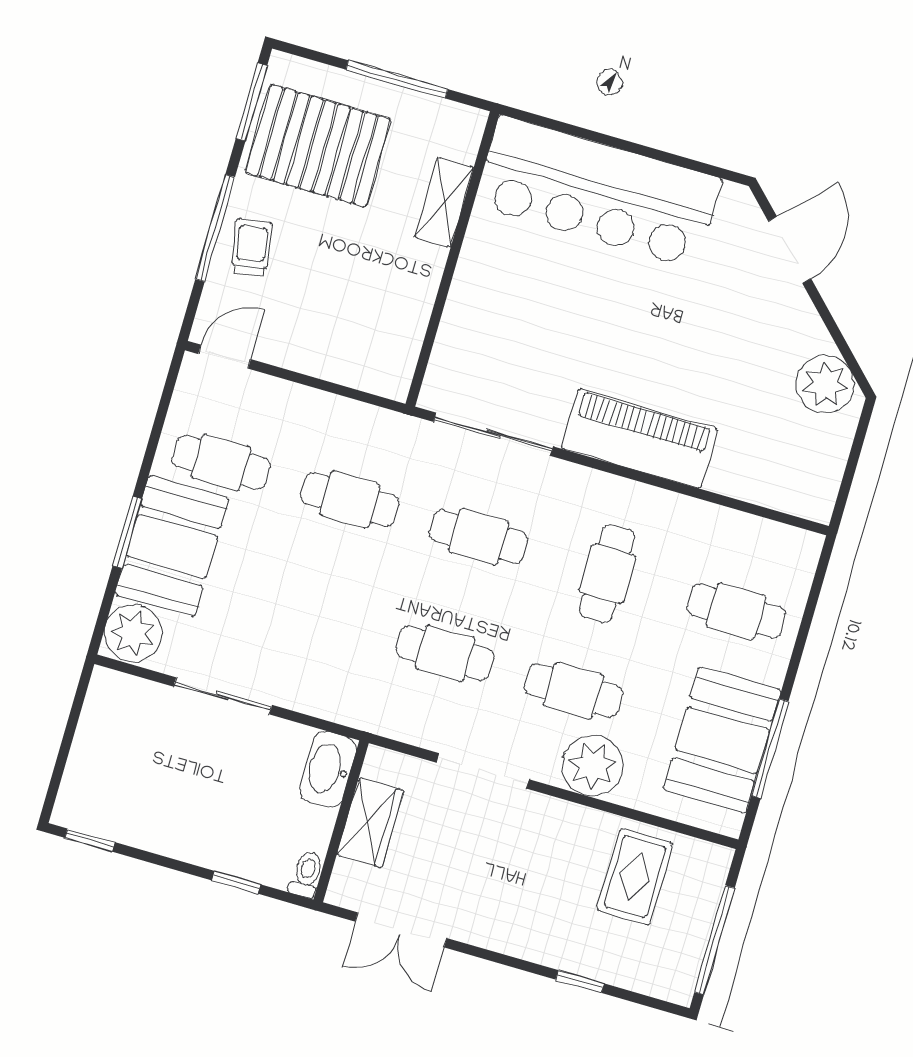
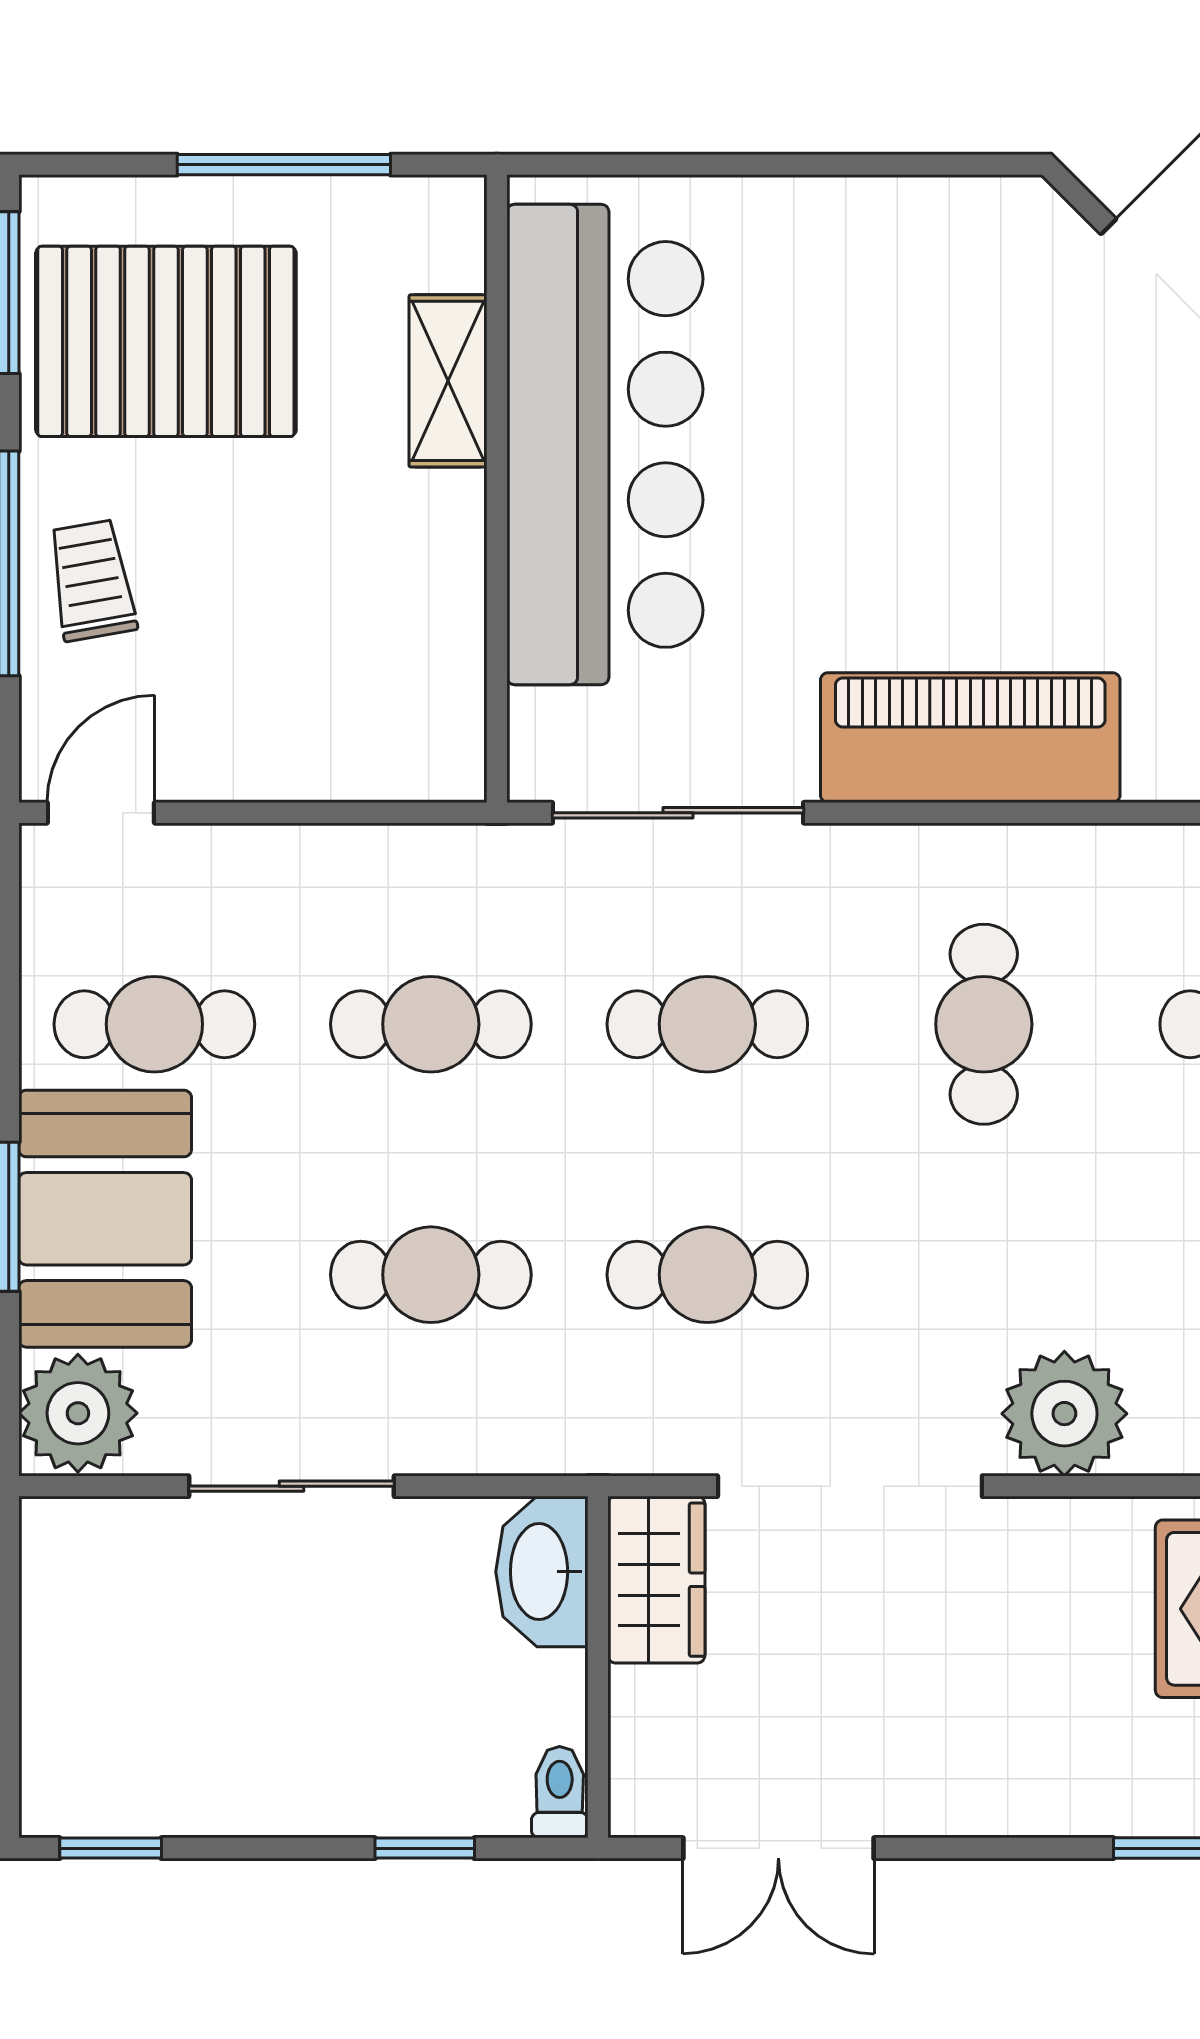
bar counter: (598, 192) -> (605, 444), moved, turned -90
cafe table: (574, 690) -> (431, 1275), moved
doorway: (483, 771) -> (850, 1486), width x1.36
wardrobe: (370, 823) -> (656, 1580), moved

